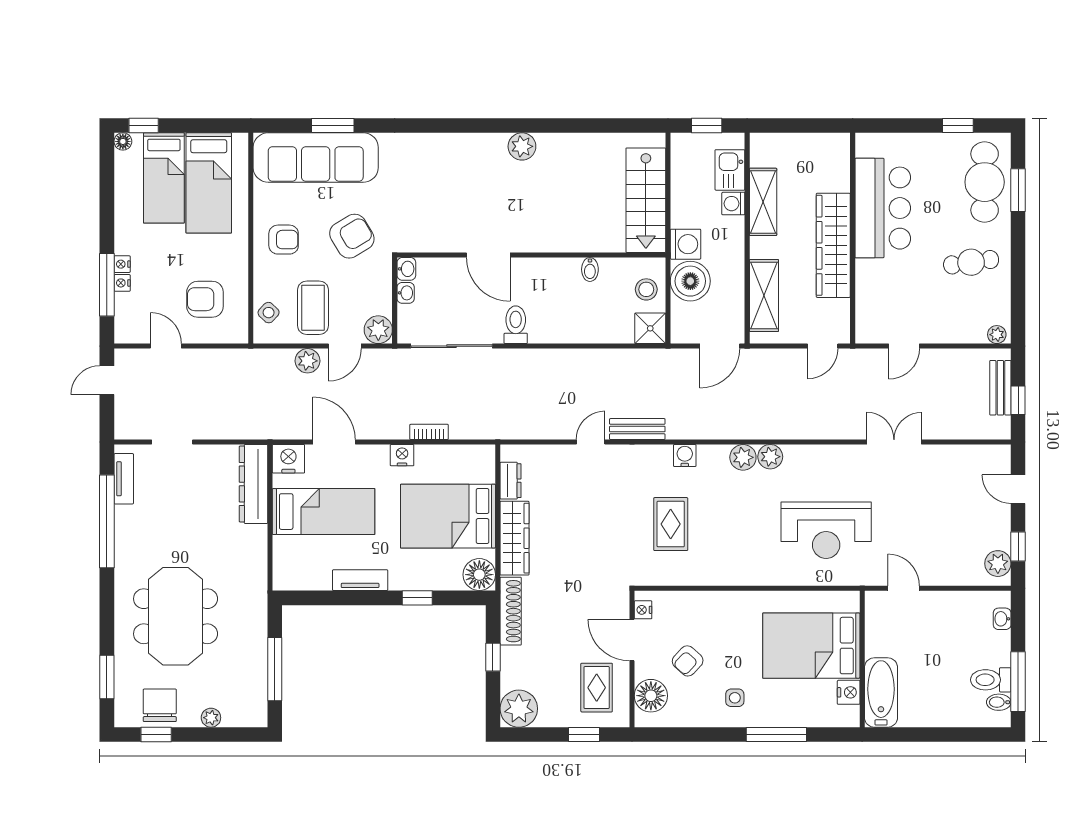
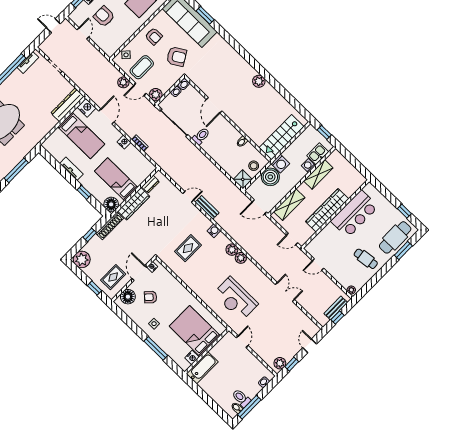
armchair: (205, 299) -> (104, 16), moved
bed: (448, 516) -> (116, 179), width x0.67

